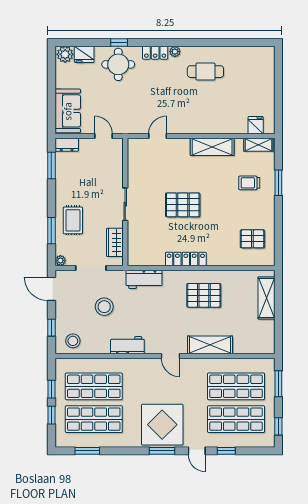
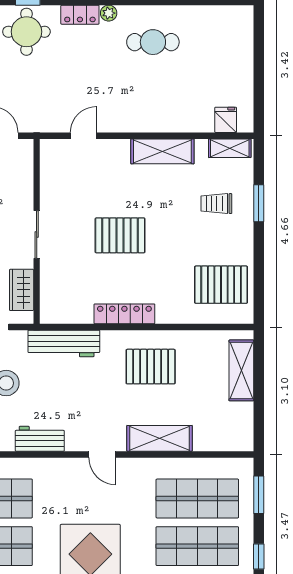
pallet: (252, 239) -> (221, 285), width x1.50, depth x1.42
workbench: (144, 279) -> (64, 343), width x1.38

